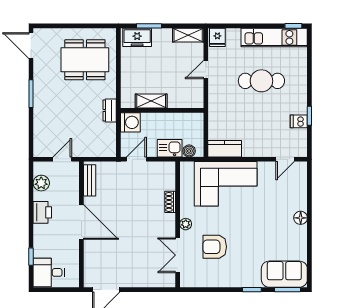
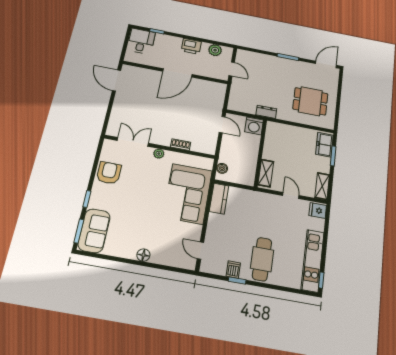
dining table: (85, 60) -> (310, 101), width x0.73
cafe table: (261, 81) -> (262, 259), moved
shelving: (151, 101) -> (266, 173), moved
kitchen sink: (170, 148) -> (227, 153), removed
bench: (90, 180) -> (211, 86), removed
armchair: (215, 247) -> (109, 173), moved

